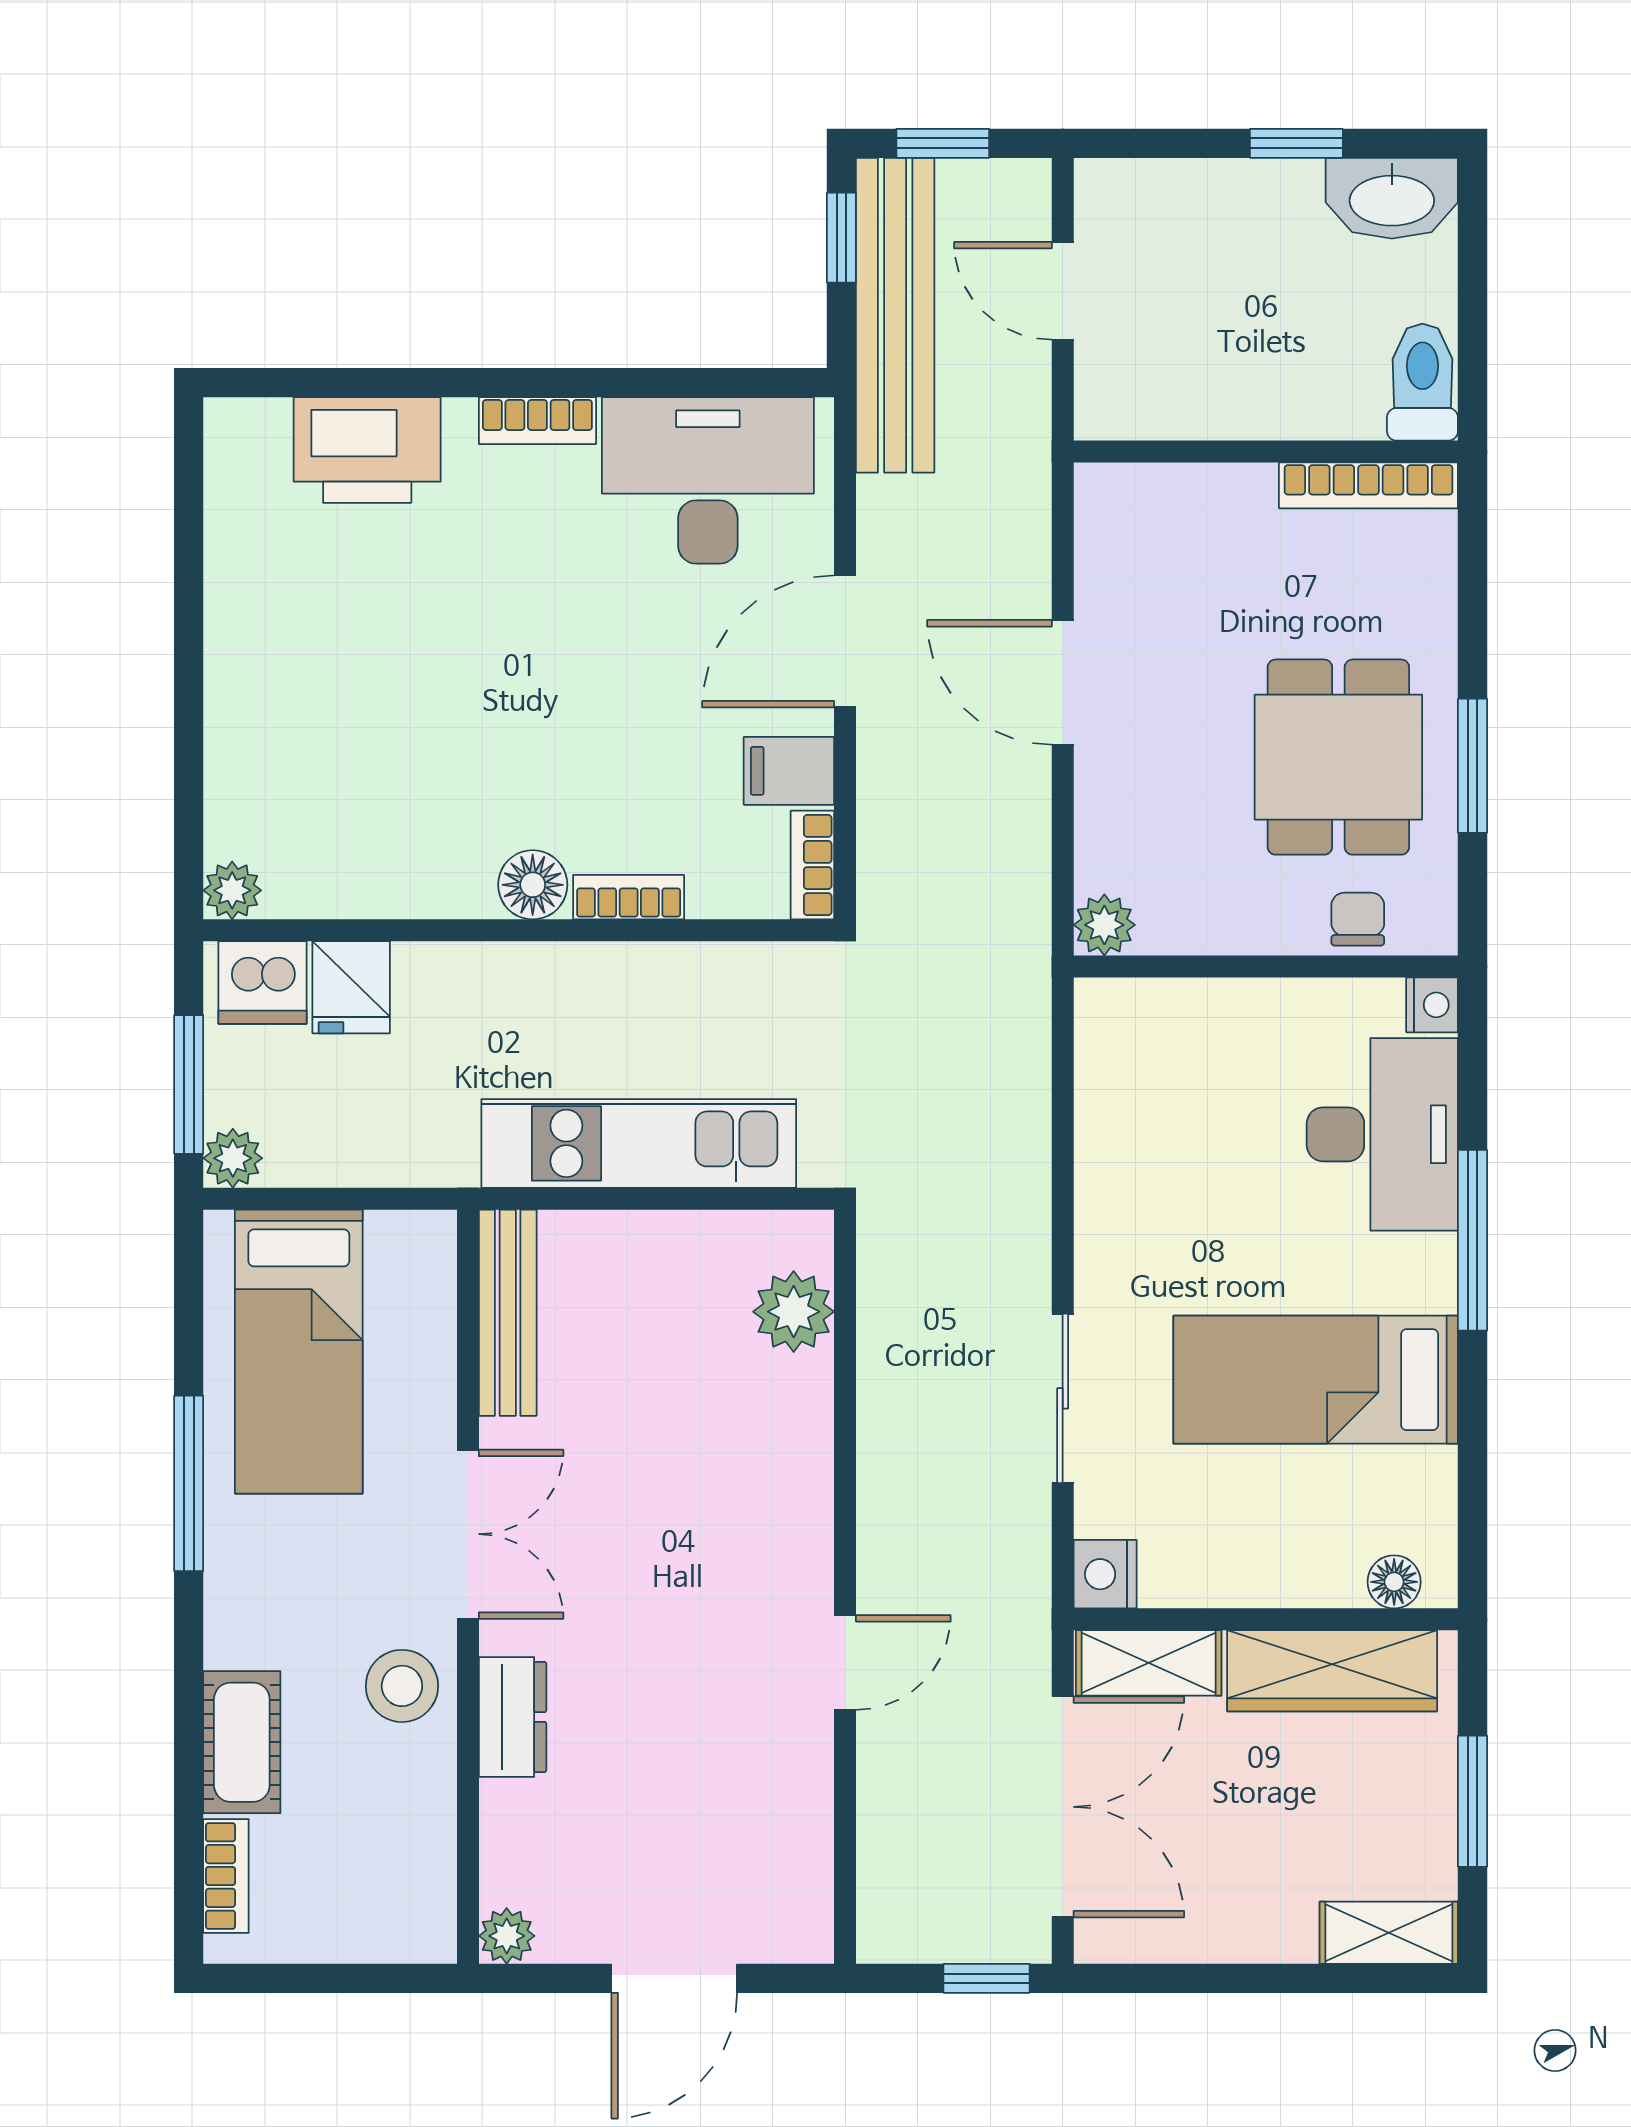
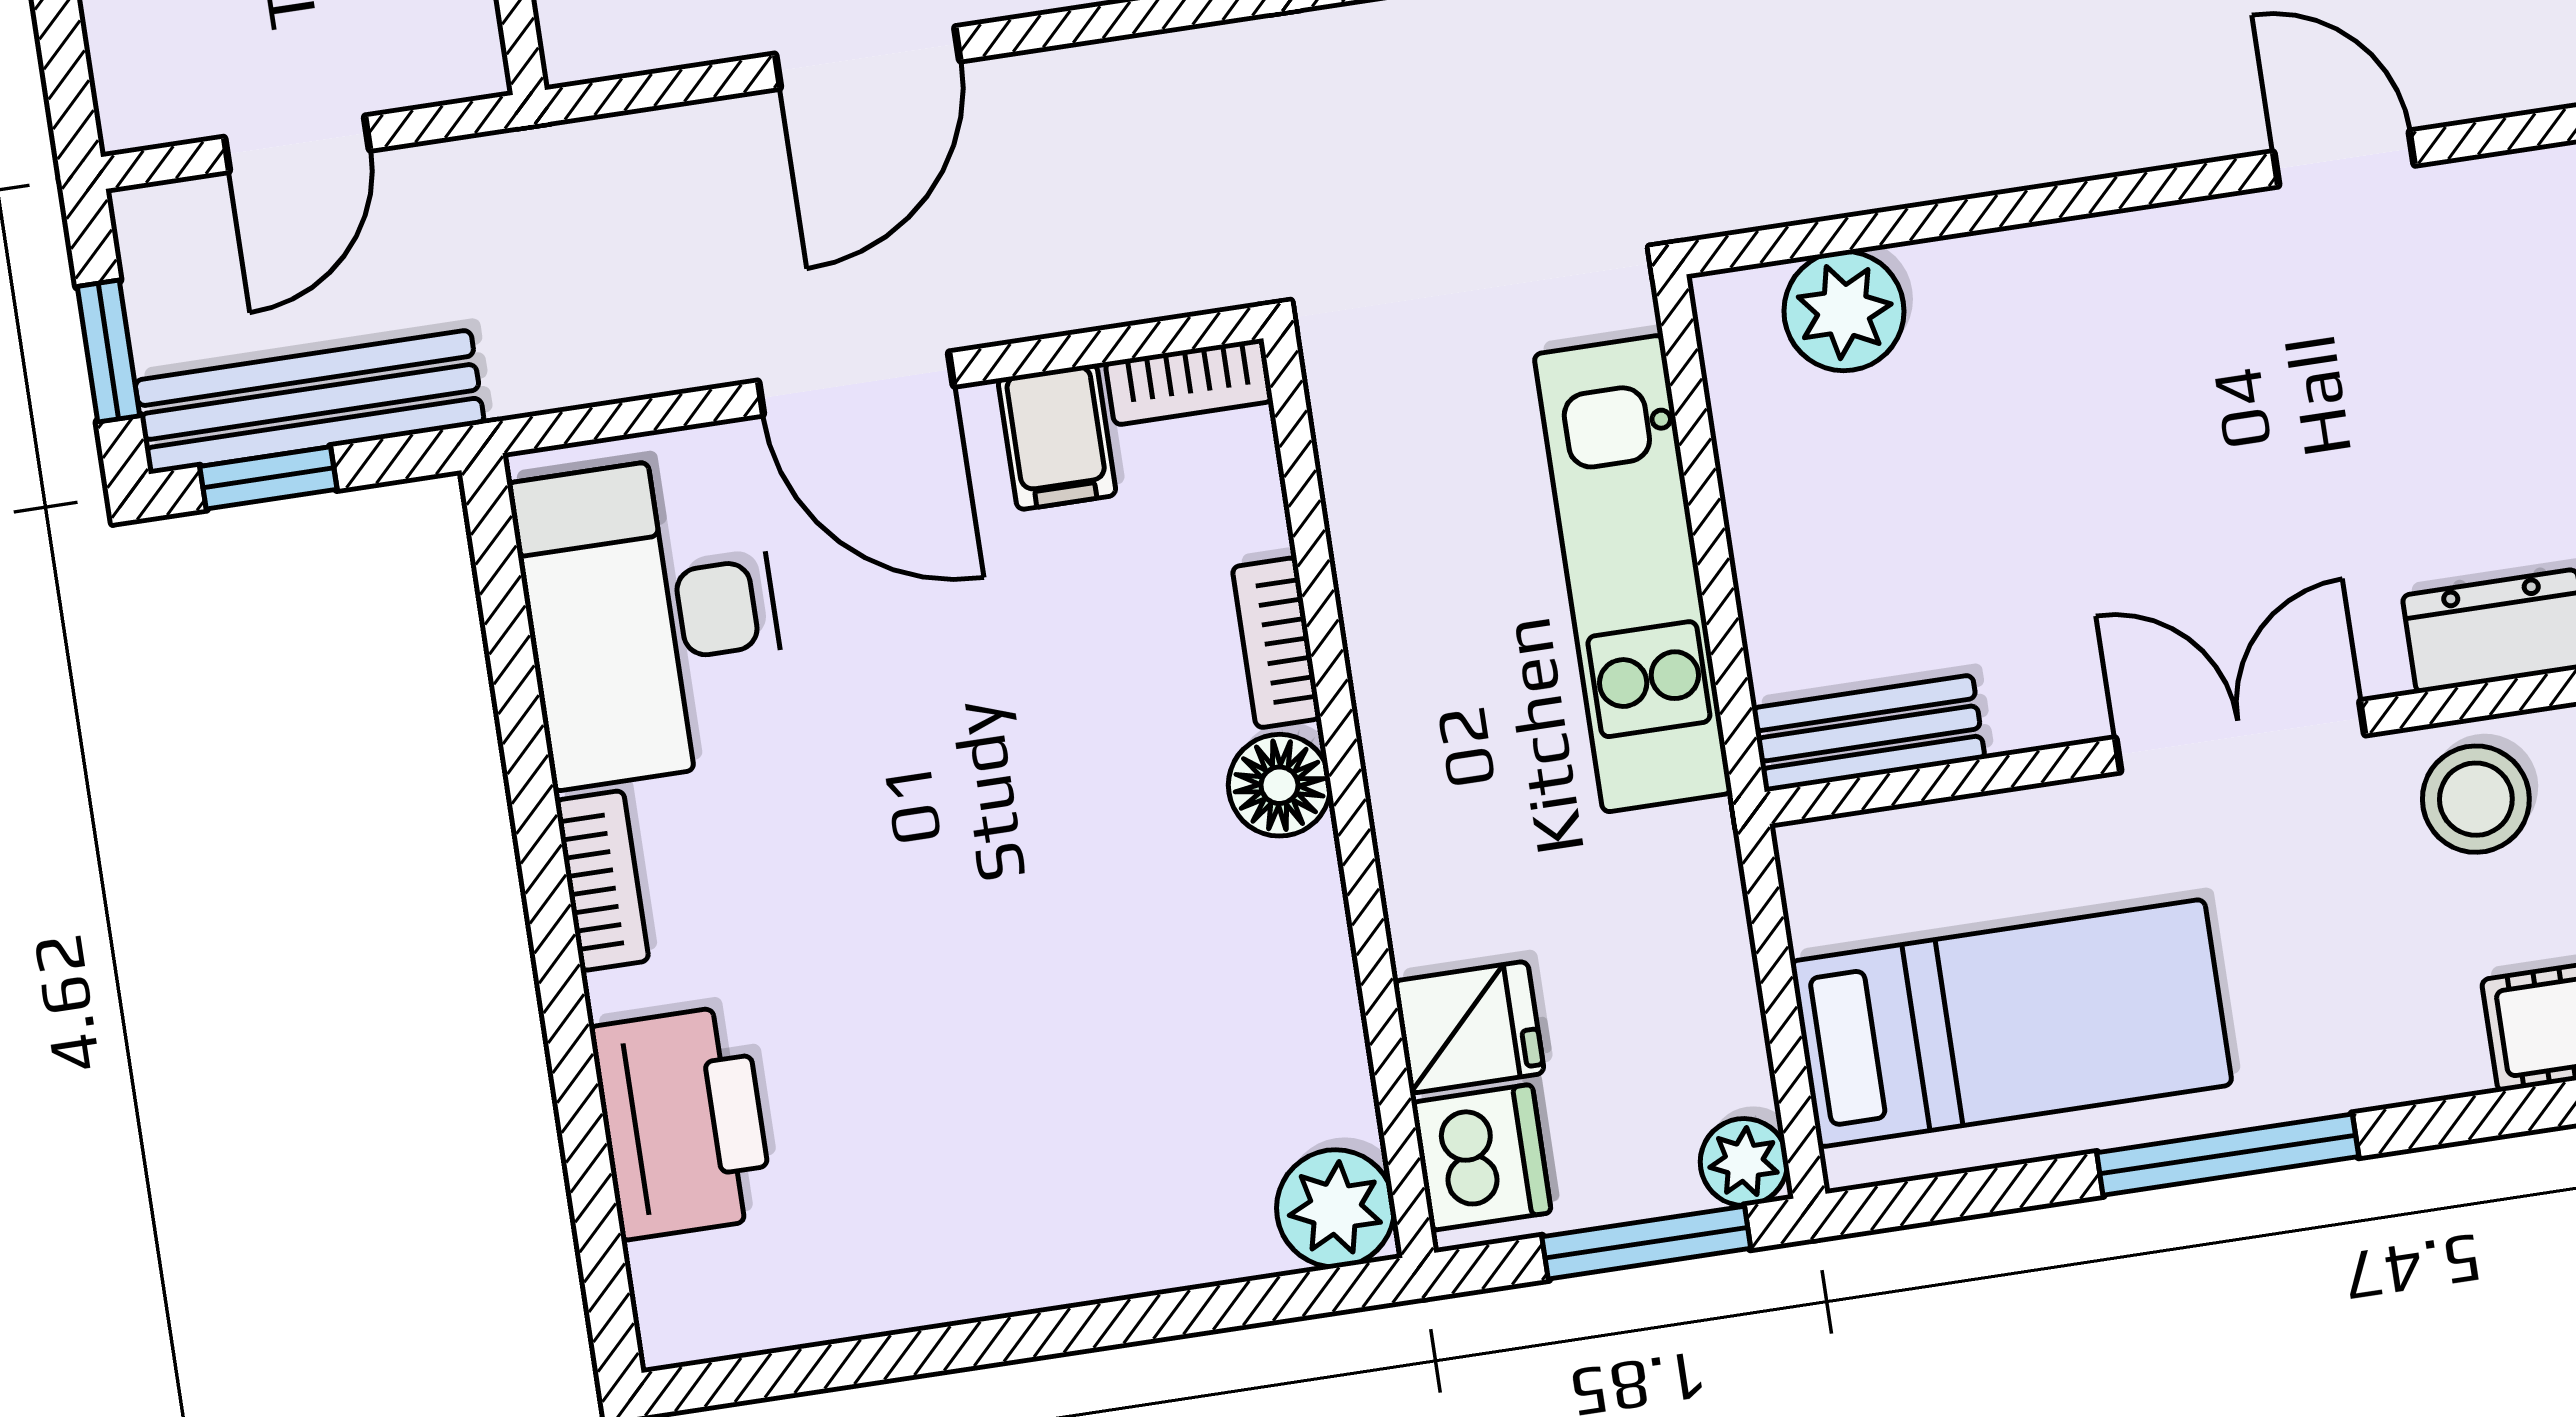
bench: (895, 315) -> (310, 402), width x0.73, depth x0.82
plant: (232, 890) -> (1336, 1208), width x1.38, depth x1.38
bench: (508, 1313) -> (1869, 733), width x0.73

